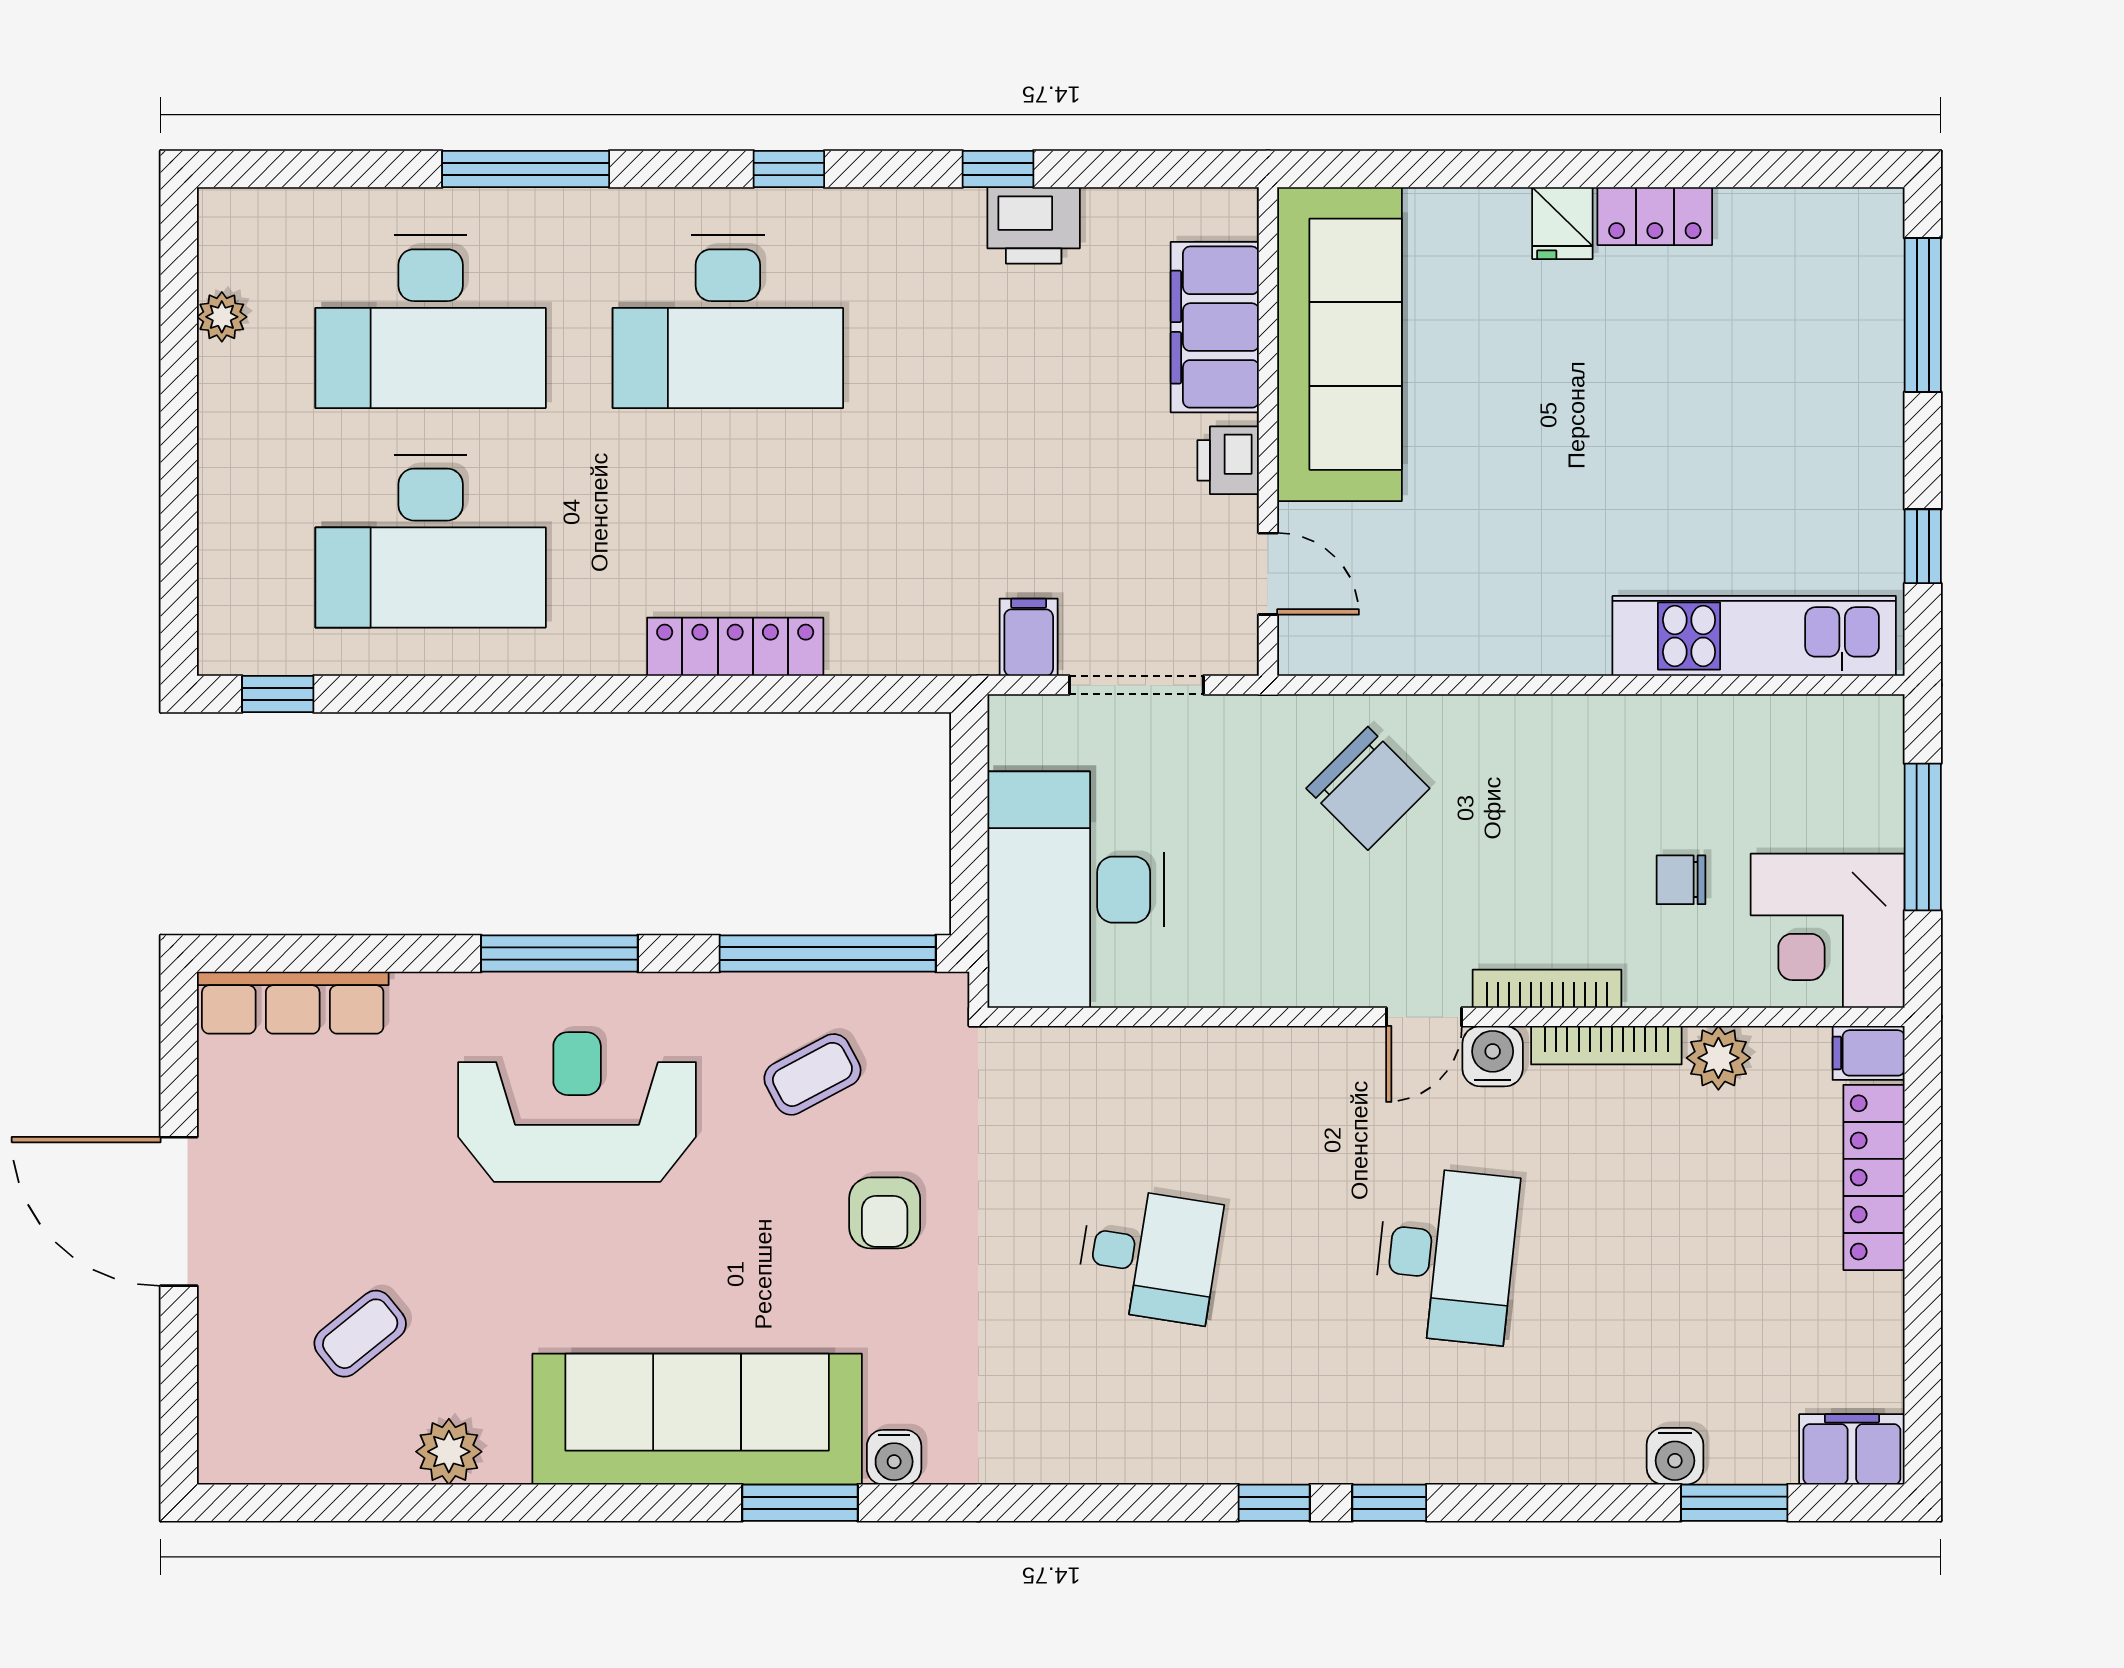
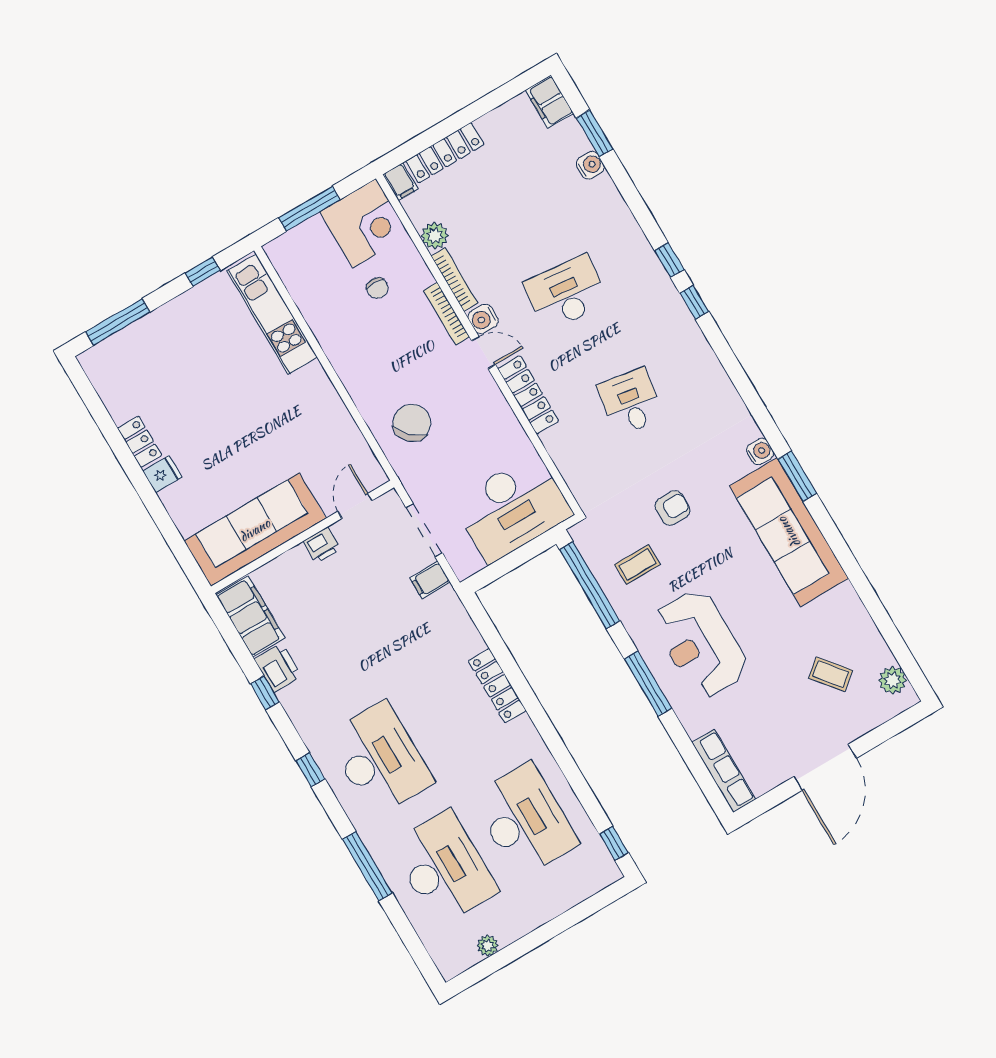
filing cabinet: (1215, 327) -> (250, 616), moved, turned -90
locker: (1285, 1057) -> (528, 395), added
coffee table: (812, 1074) -> (637, 565), turned -62
plant: (449, 1452) -> (893, 680), moved

